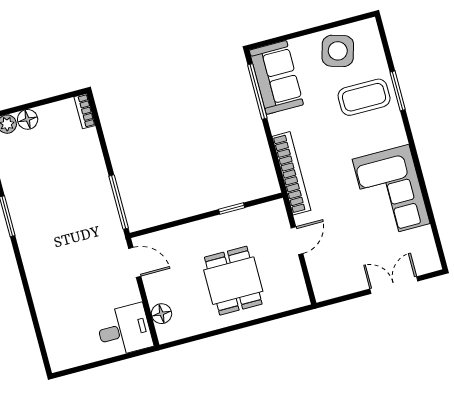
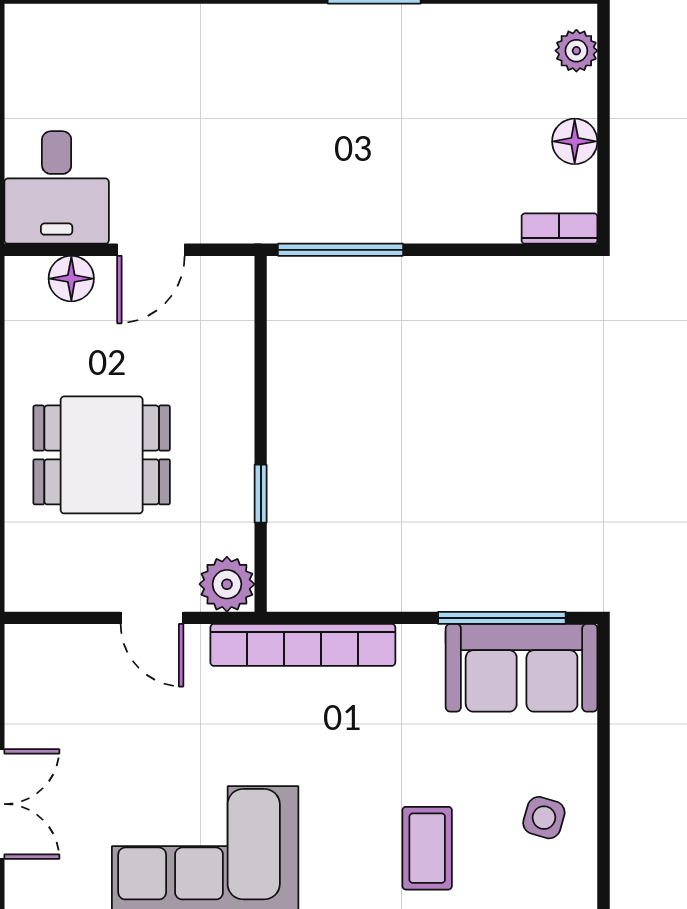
side table: (338, 51) -> (544, 818), width x0.54, depth x0.54
coffee table: (364, 97) -> (427, 848), width x0.73, depth x0.77
floor lamp: (28, 119) -> (575, 141), moved
plant: (274, 213) -> (227, 584), added
door: (135, 262) -> (151, 250), moved

